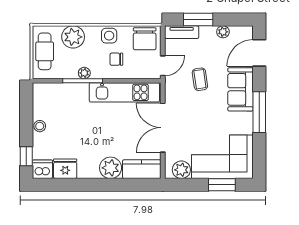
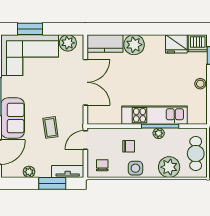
chair: (145, 39) -> (102, 165), width x0.54, depth x0.54
kitchen unit: (124, 92) -> (155, 115), moved

